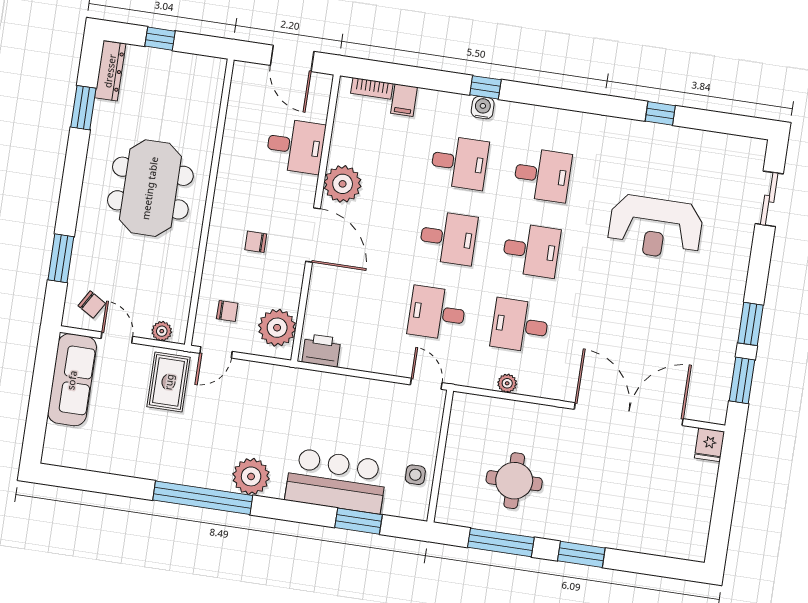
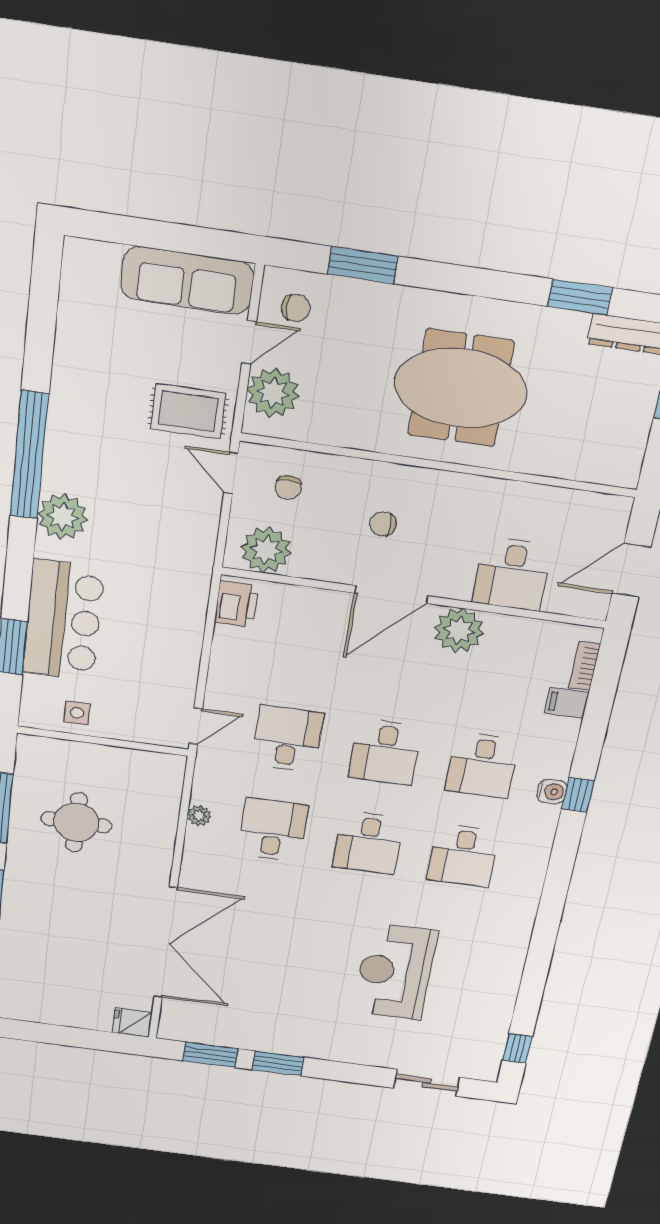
window: (660, 113) -> (517, 1048), moved
chair: (256, 242) -> (383, 524), turned -89
chair: (92, 305) -> (296, 308), turned -121
plant: (162, 331) -> (273, 393), width x1.88, depth x1.88

